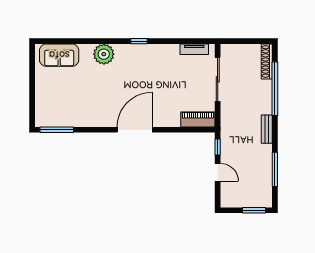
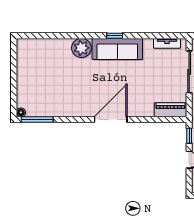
sofa: (59, 55) -> (117, 49), moved, width x1.36
floor lamp: (40, 122) -> (21, 112), added

